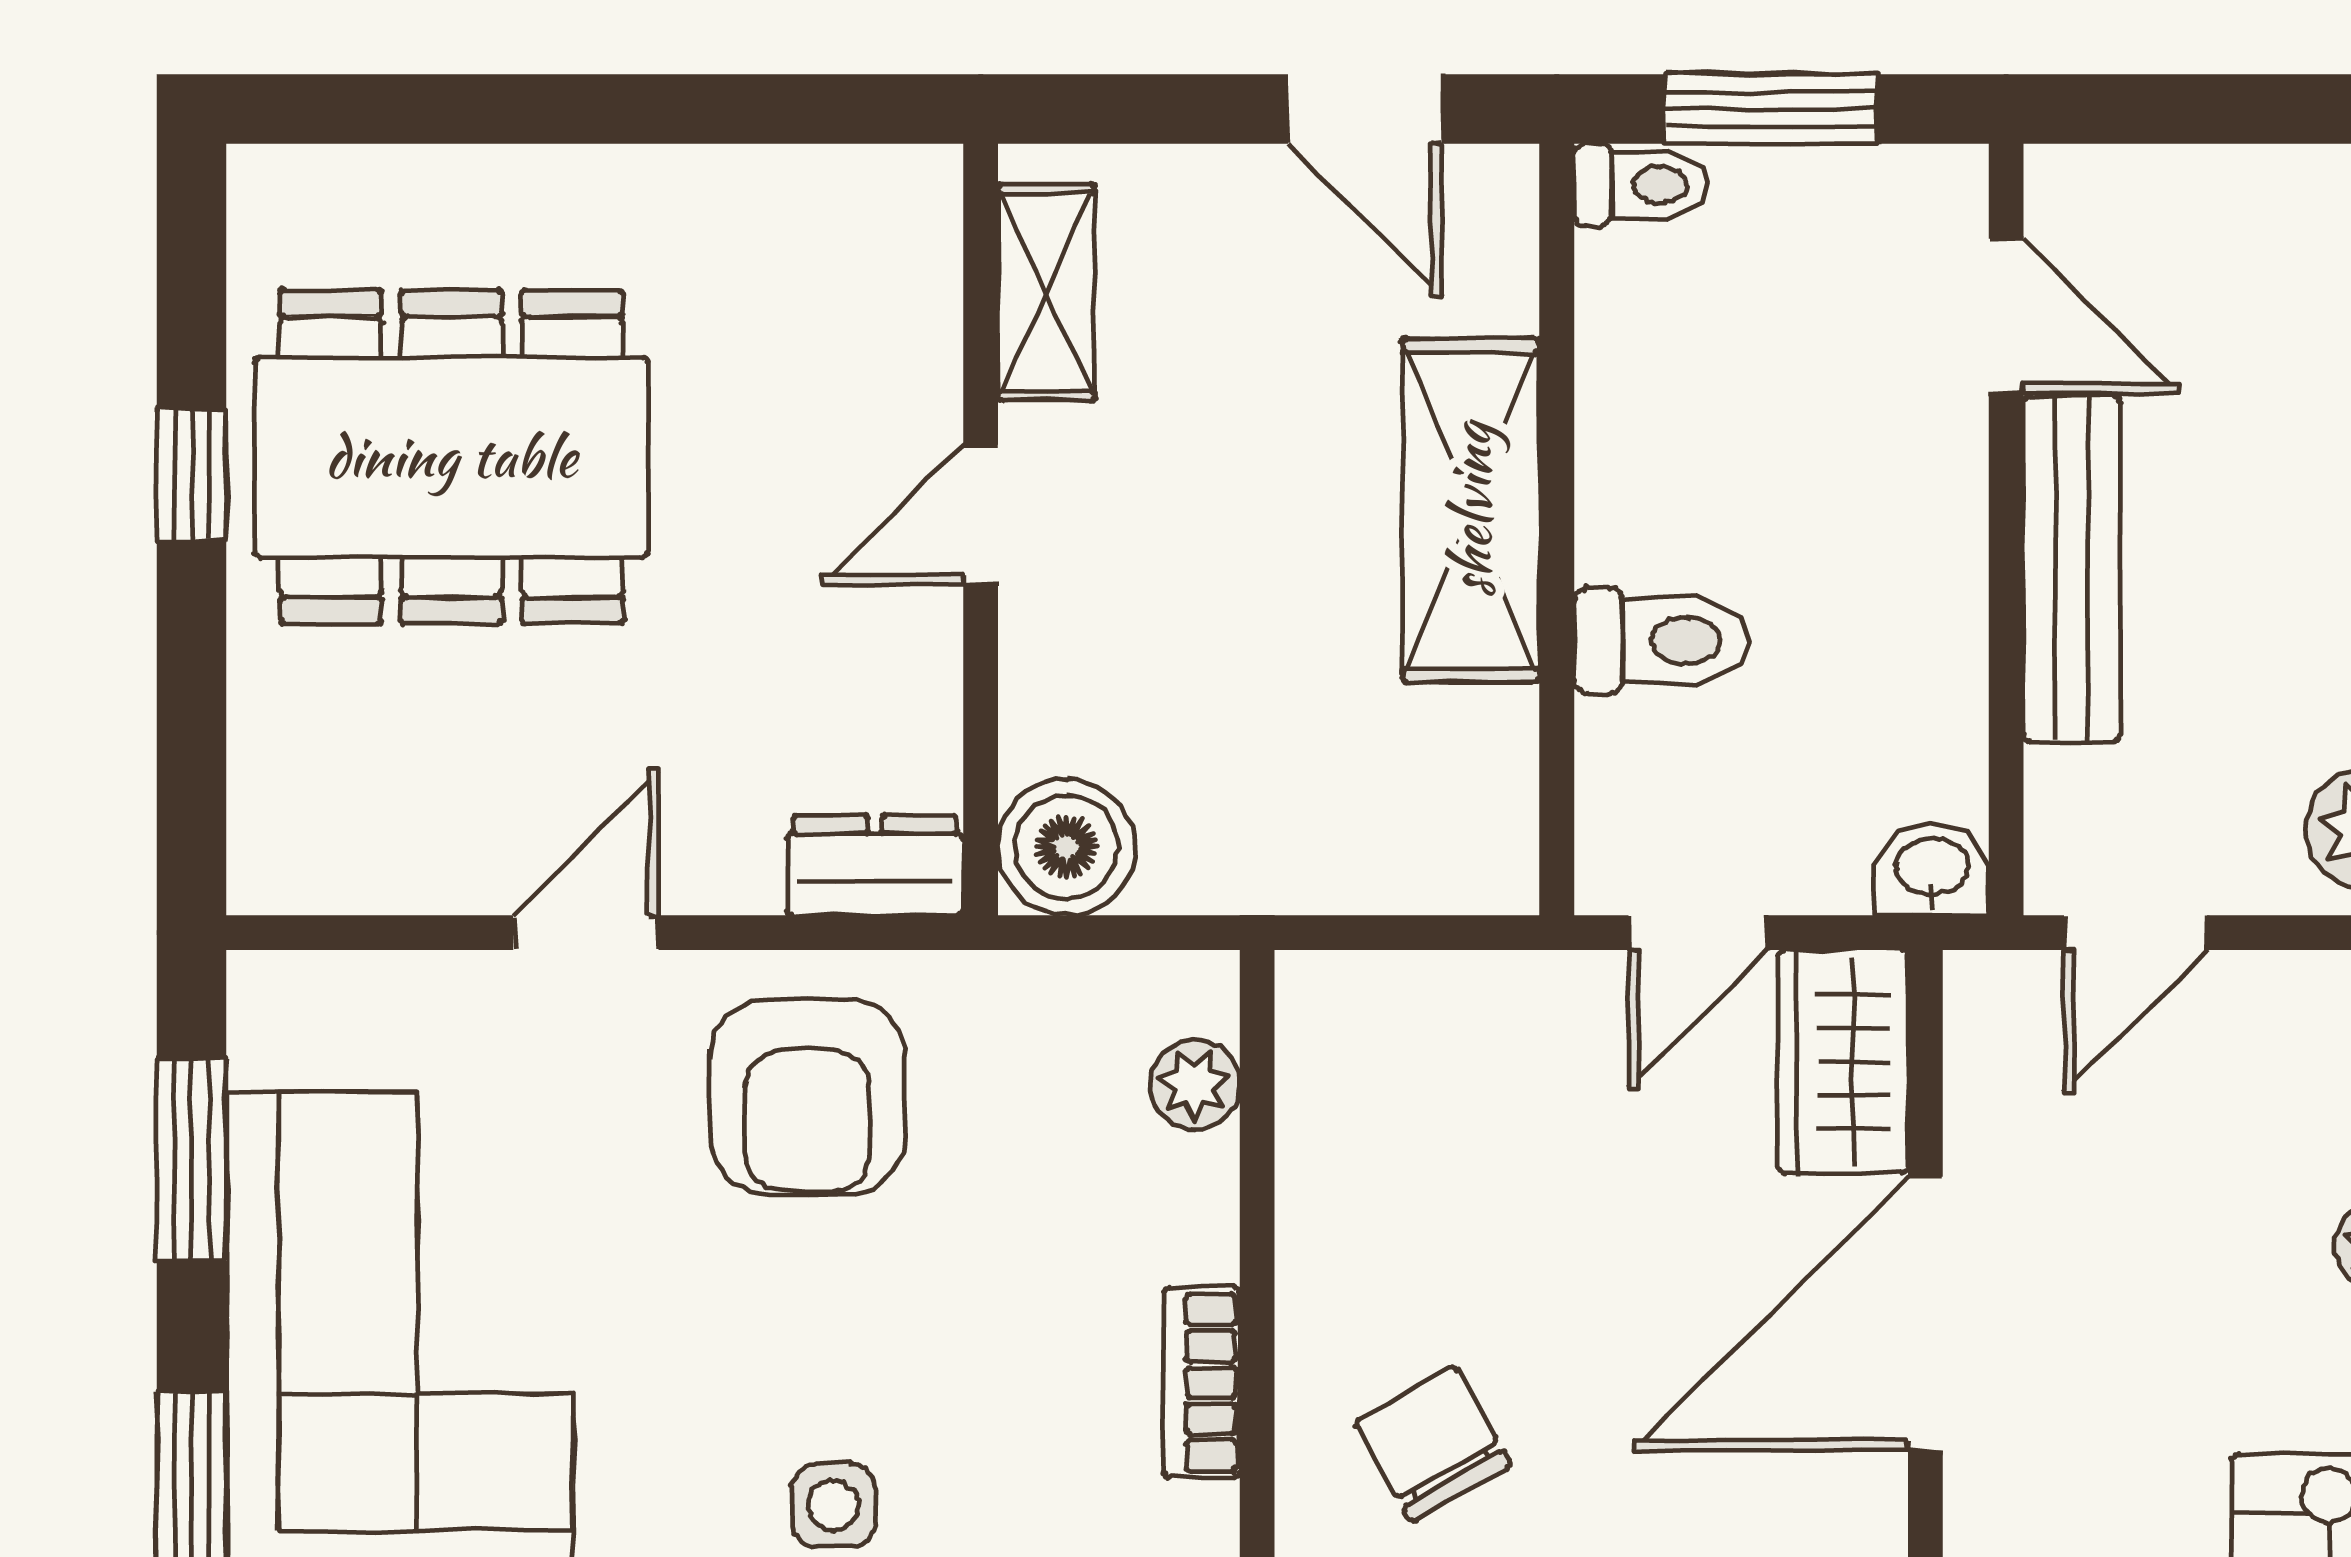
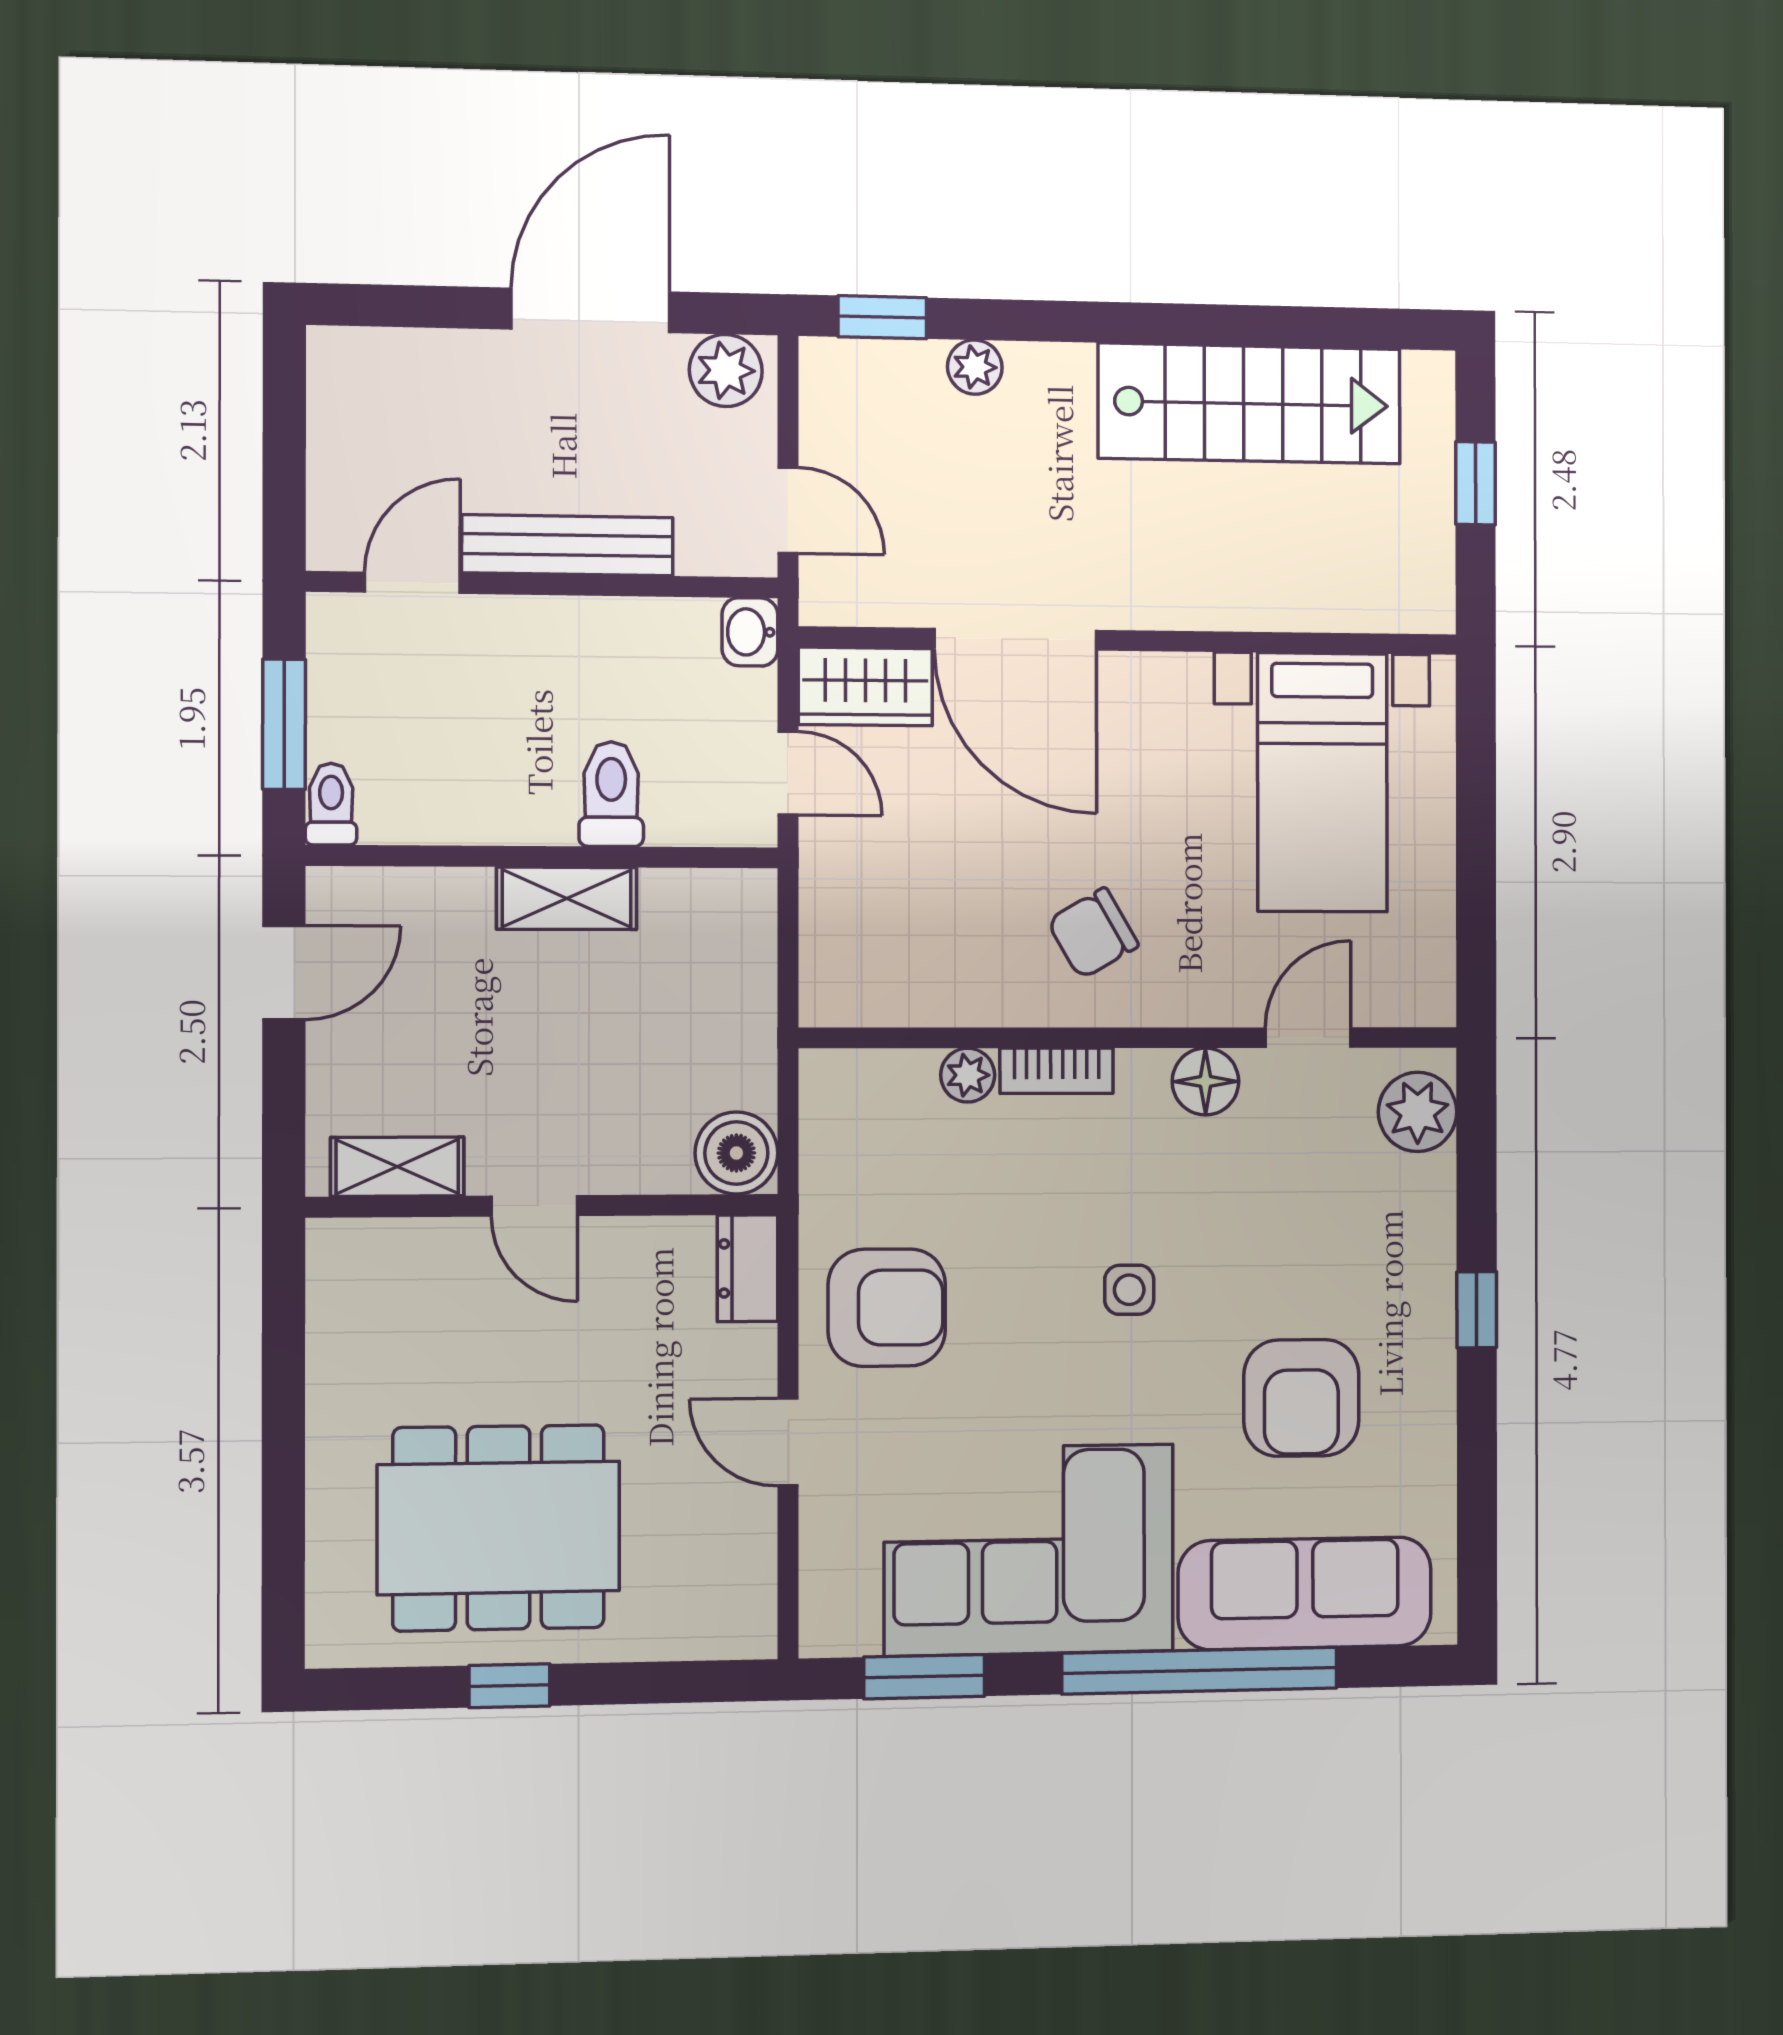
dining table: (451, 457) -> (499, 1528), turned 90
shelving: (1471, 510) -> (567, 898), width x0.67, depth x0.75
plant: (1195, 1085) -> (968, 1075), moved

